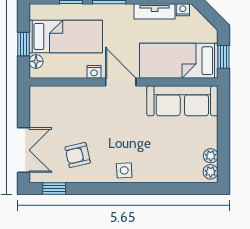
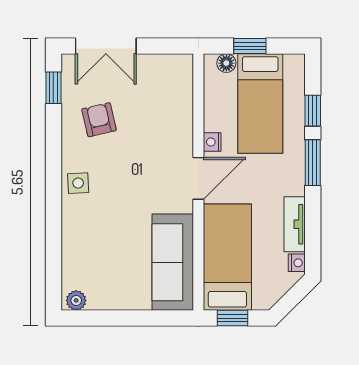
plant: (211, 156) -> (98, 301), removed

